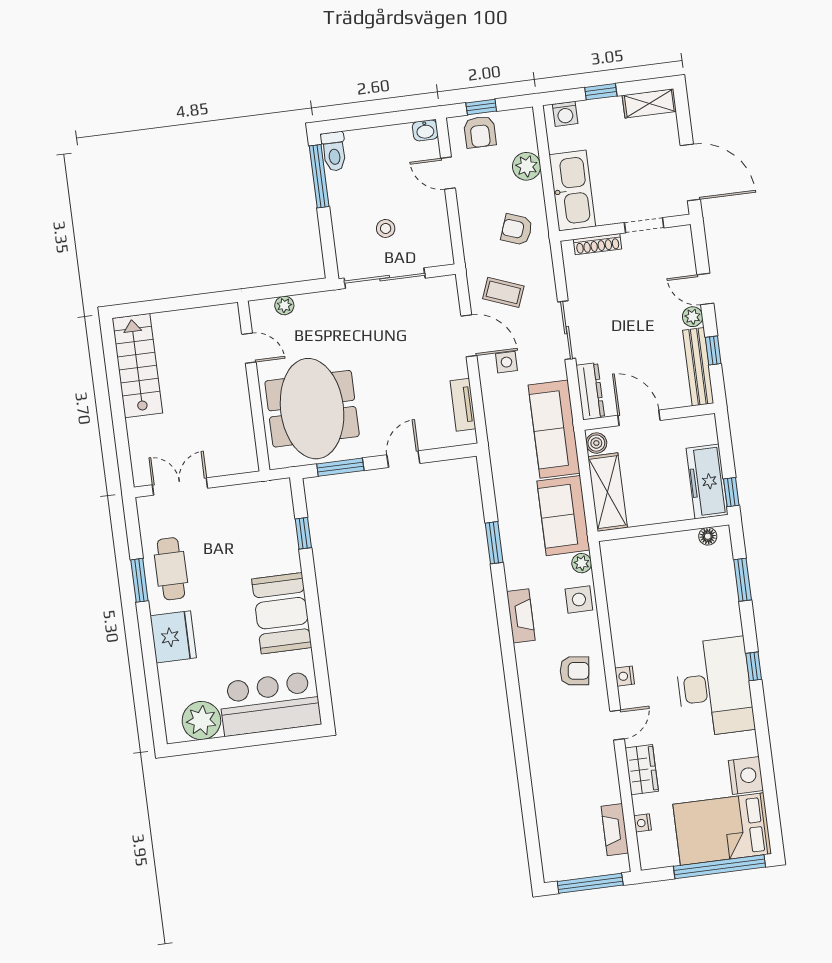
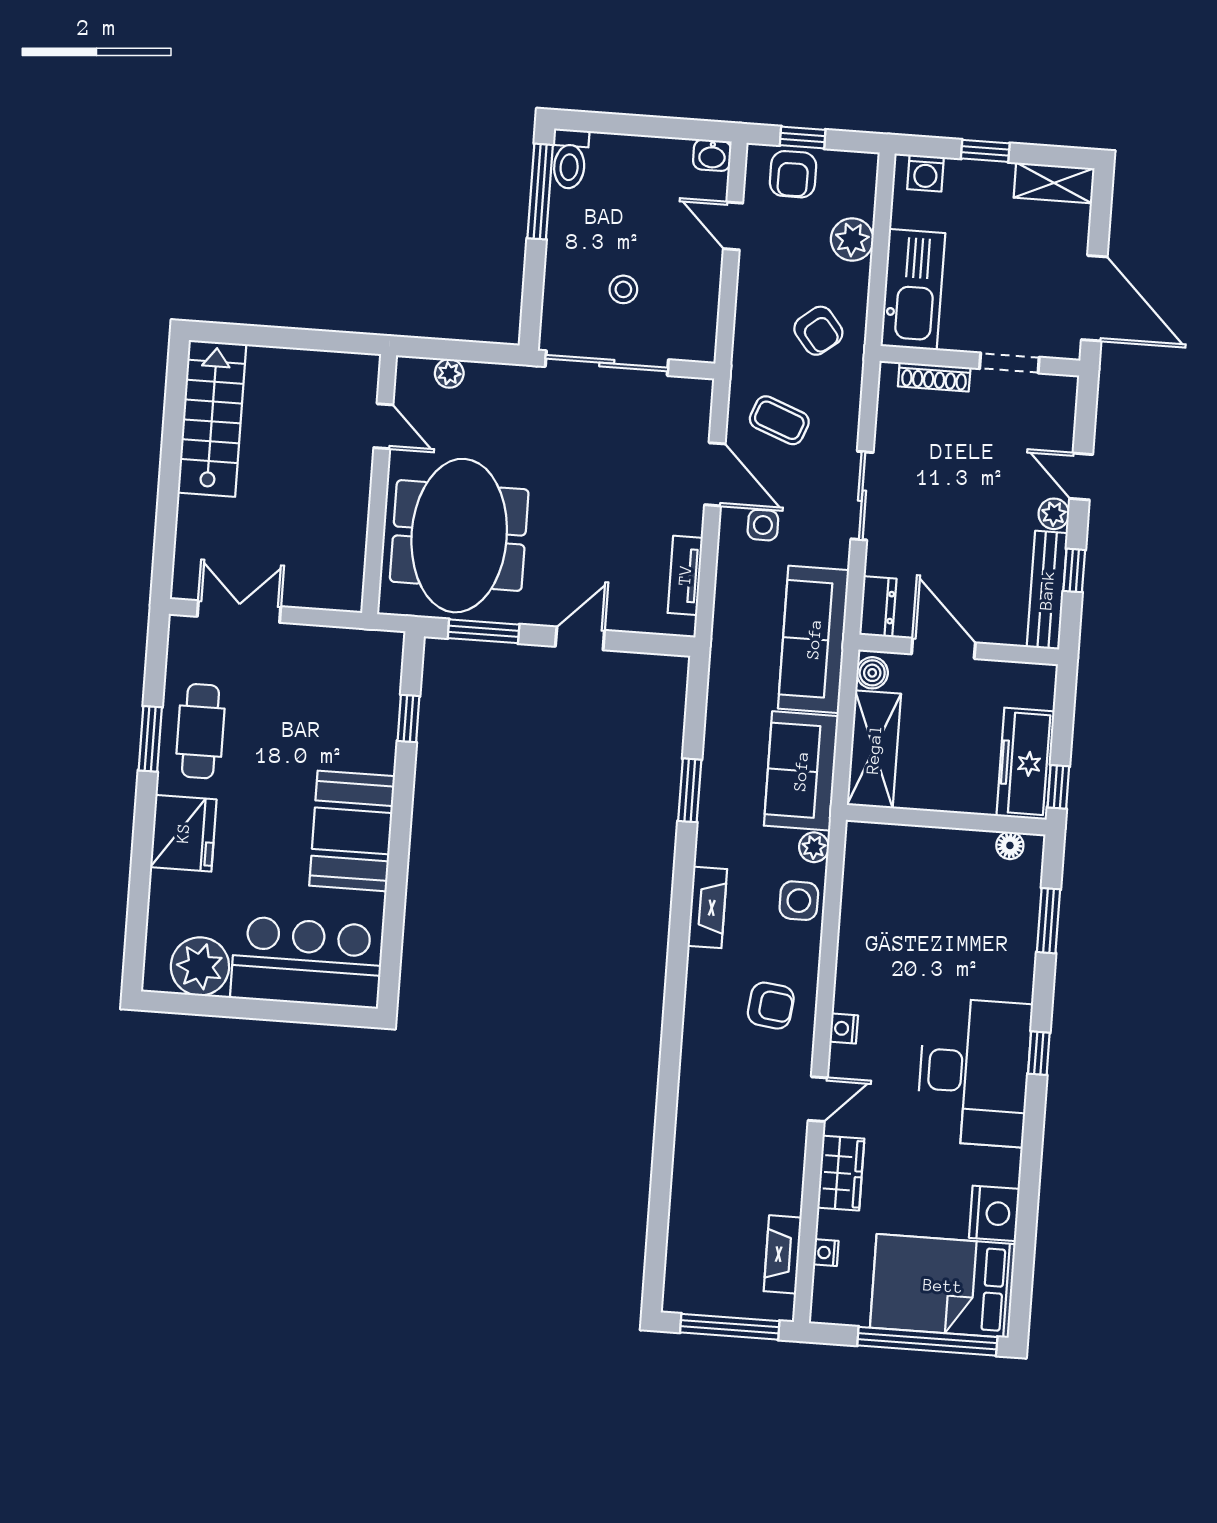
armchair: (517, 229) -> (818, 331), turned -149
dresser: (590, 391) -> (878, 607), width x0.70

